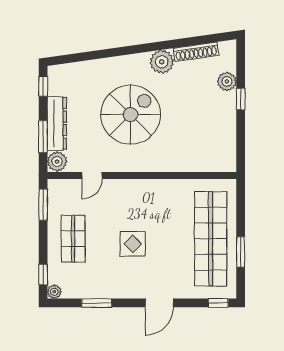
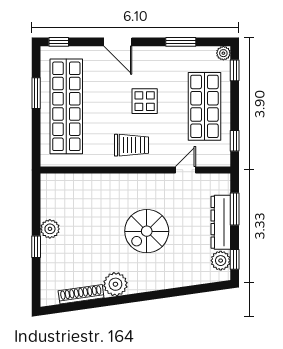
plant: (227, 81) -> (50, 229), moved
spiral stairs: (131, 115) -> (147, 231), width x0.73, depth x0.73
plant: (57, 162) -> (221, 261), moved
trolley: (146, 200) -> (132, 145), added
window: (43, 205) -> (235, 141), width x0.67
shop shelf: (73, 239) -> (204, 106), width x1.43, depth x1.36
door: (159, 303) -> (118, 42), swing flipped

